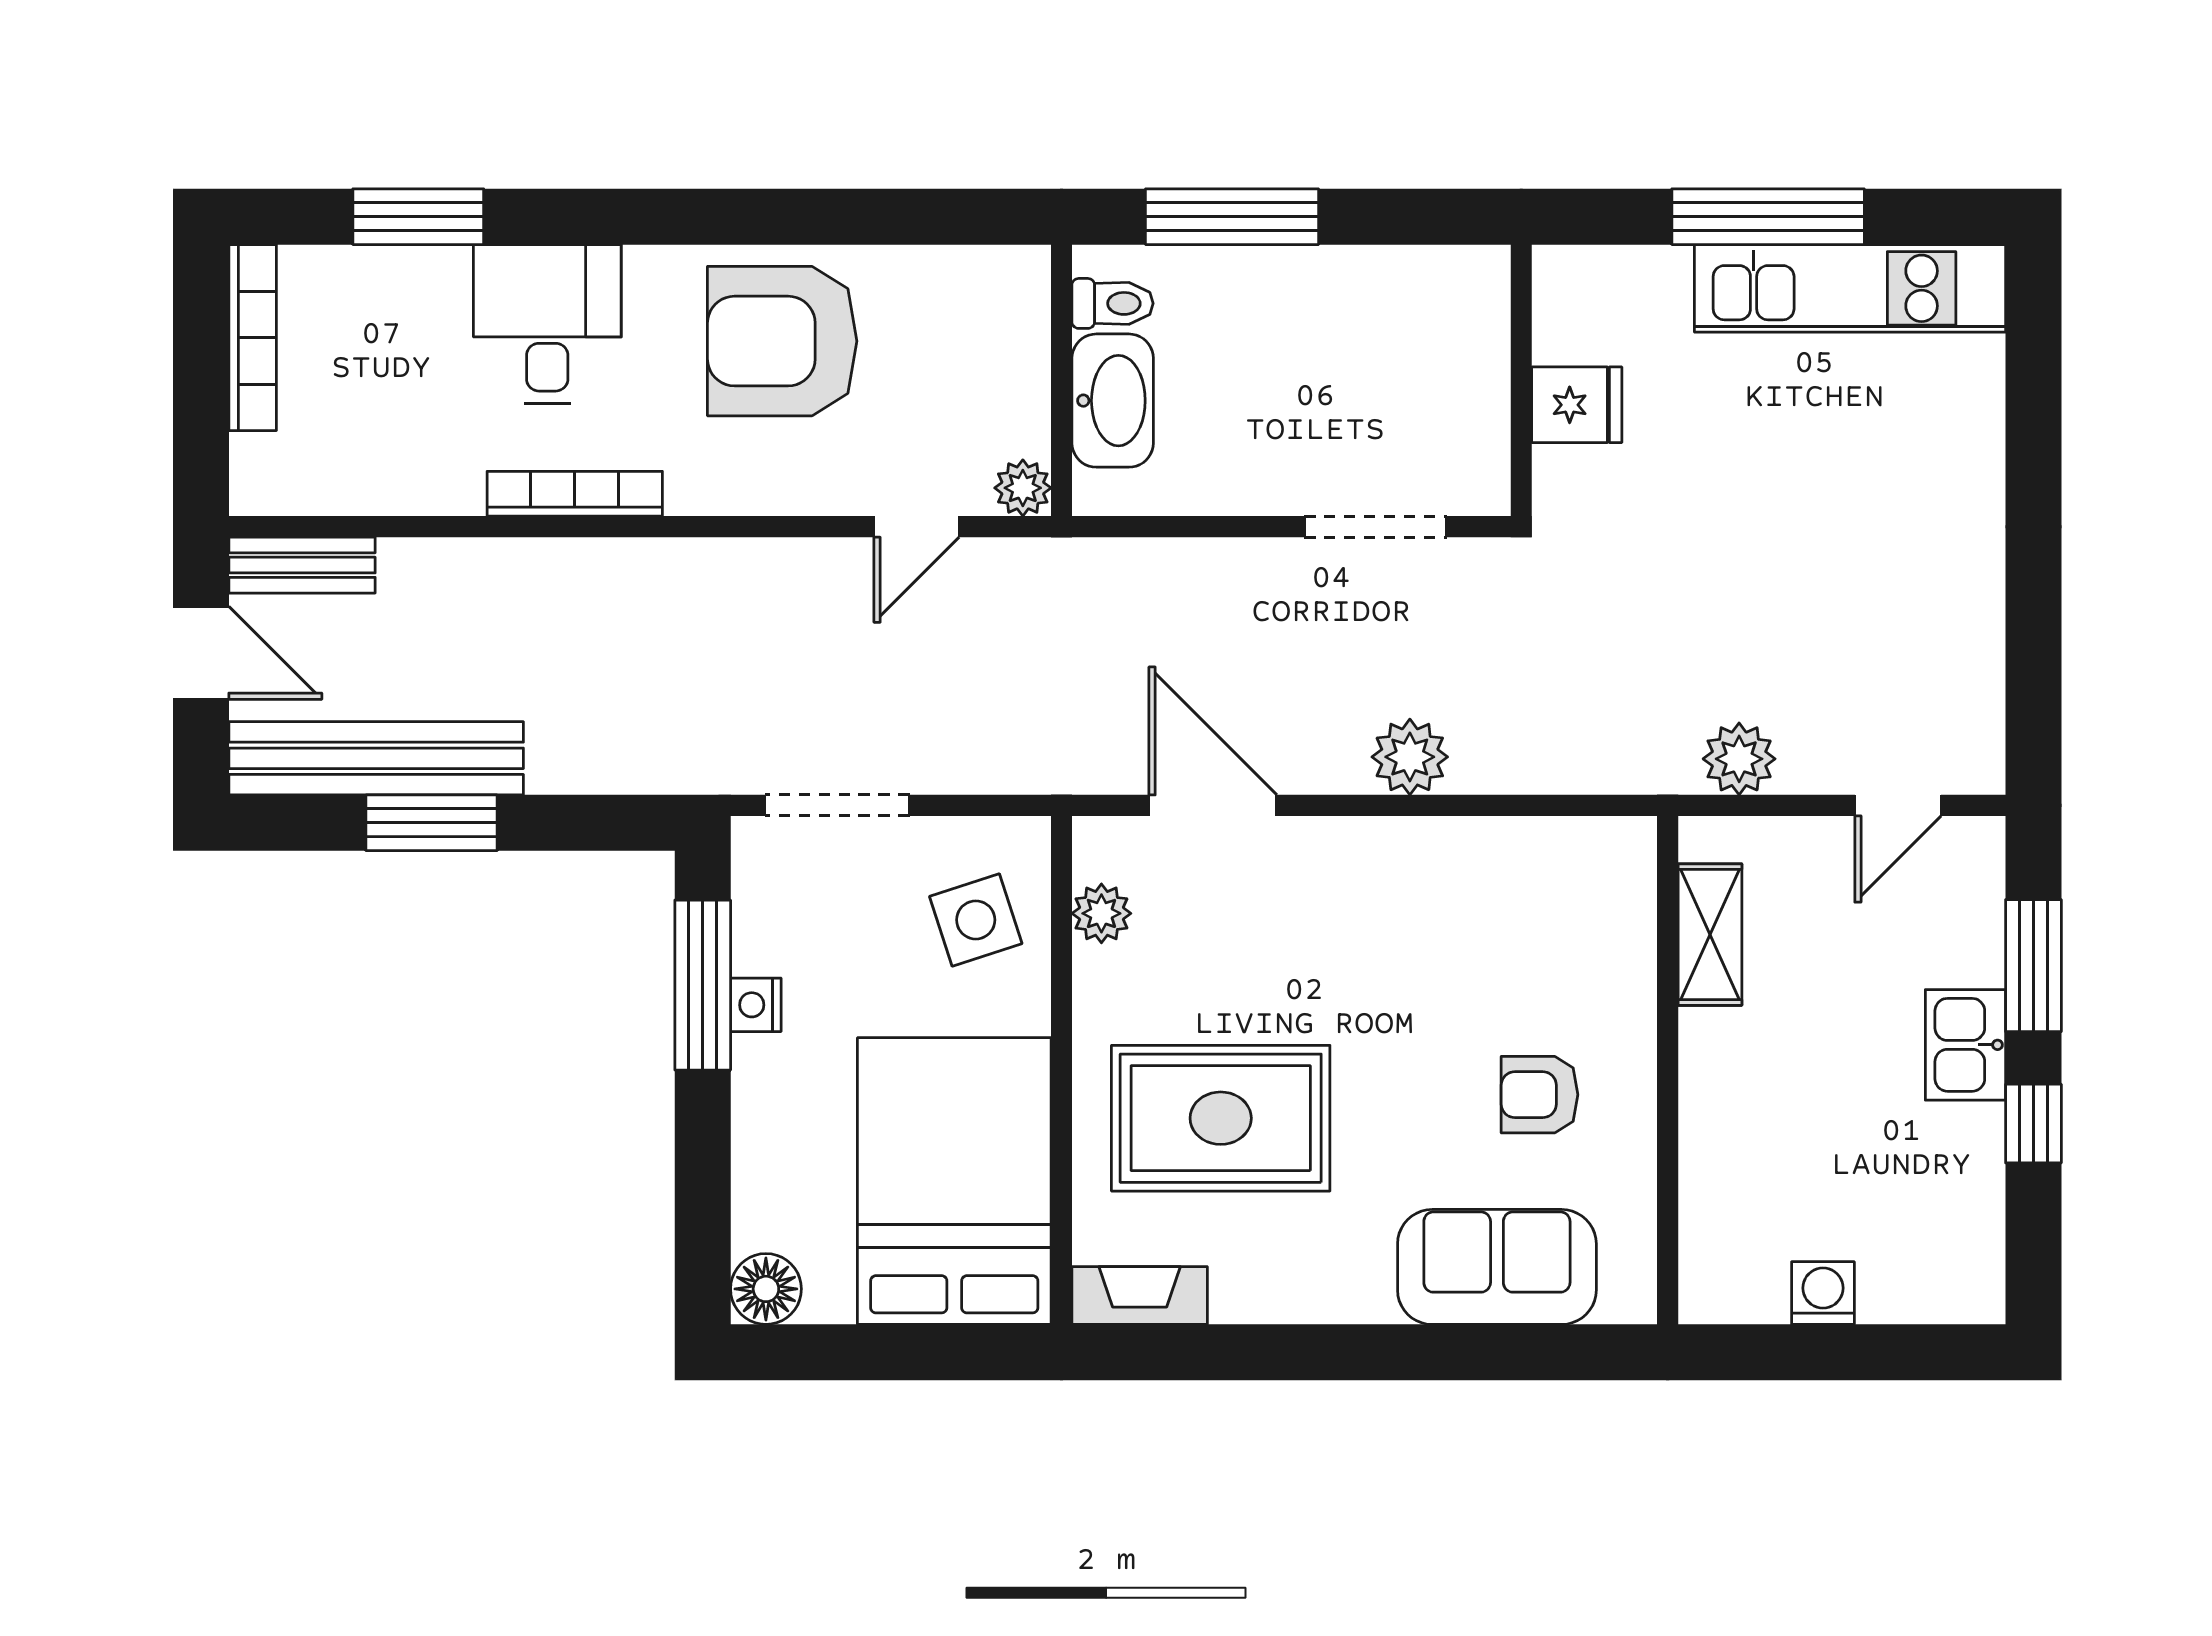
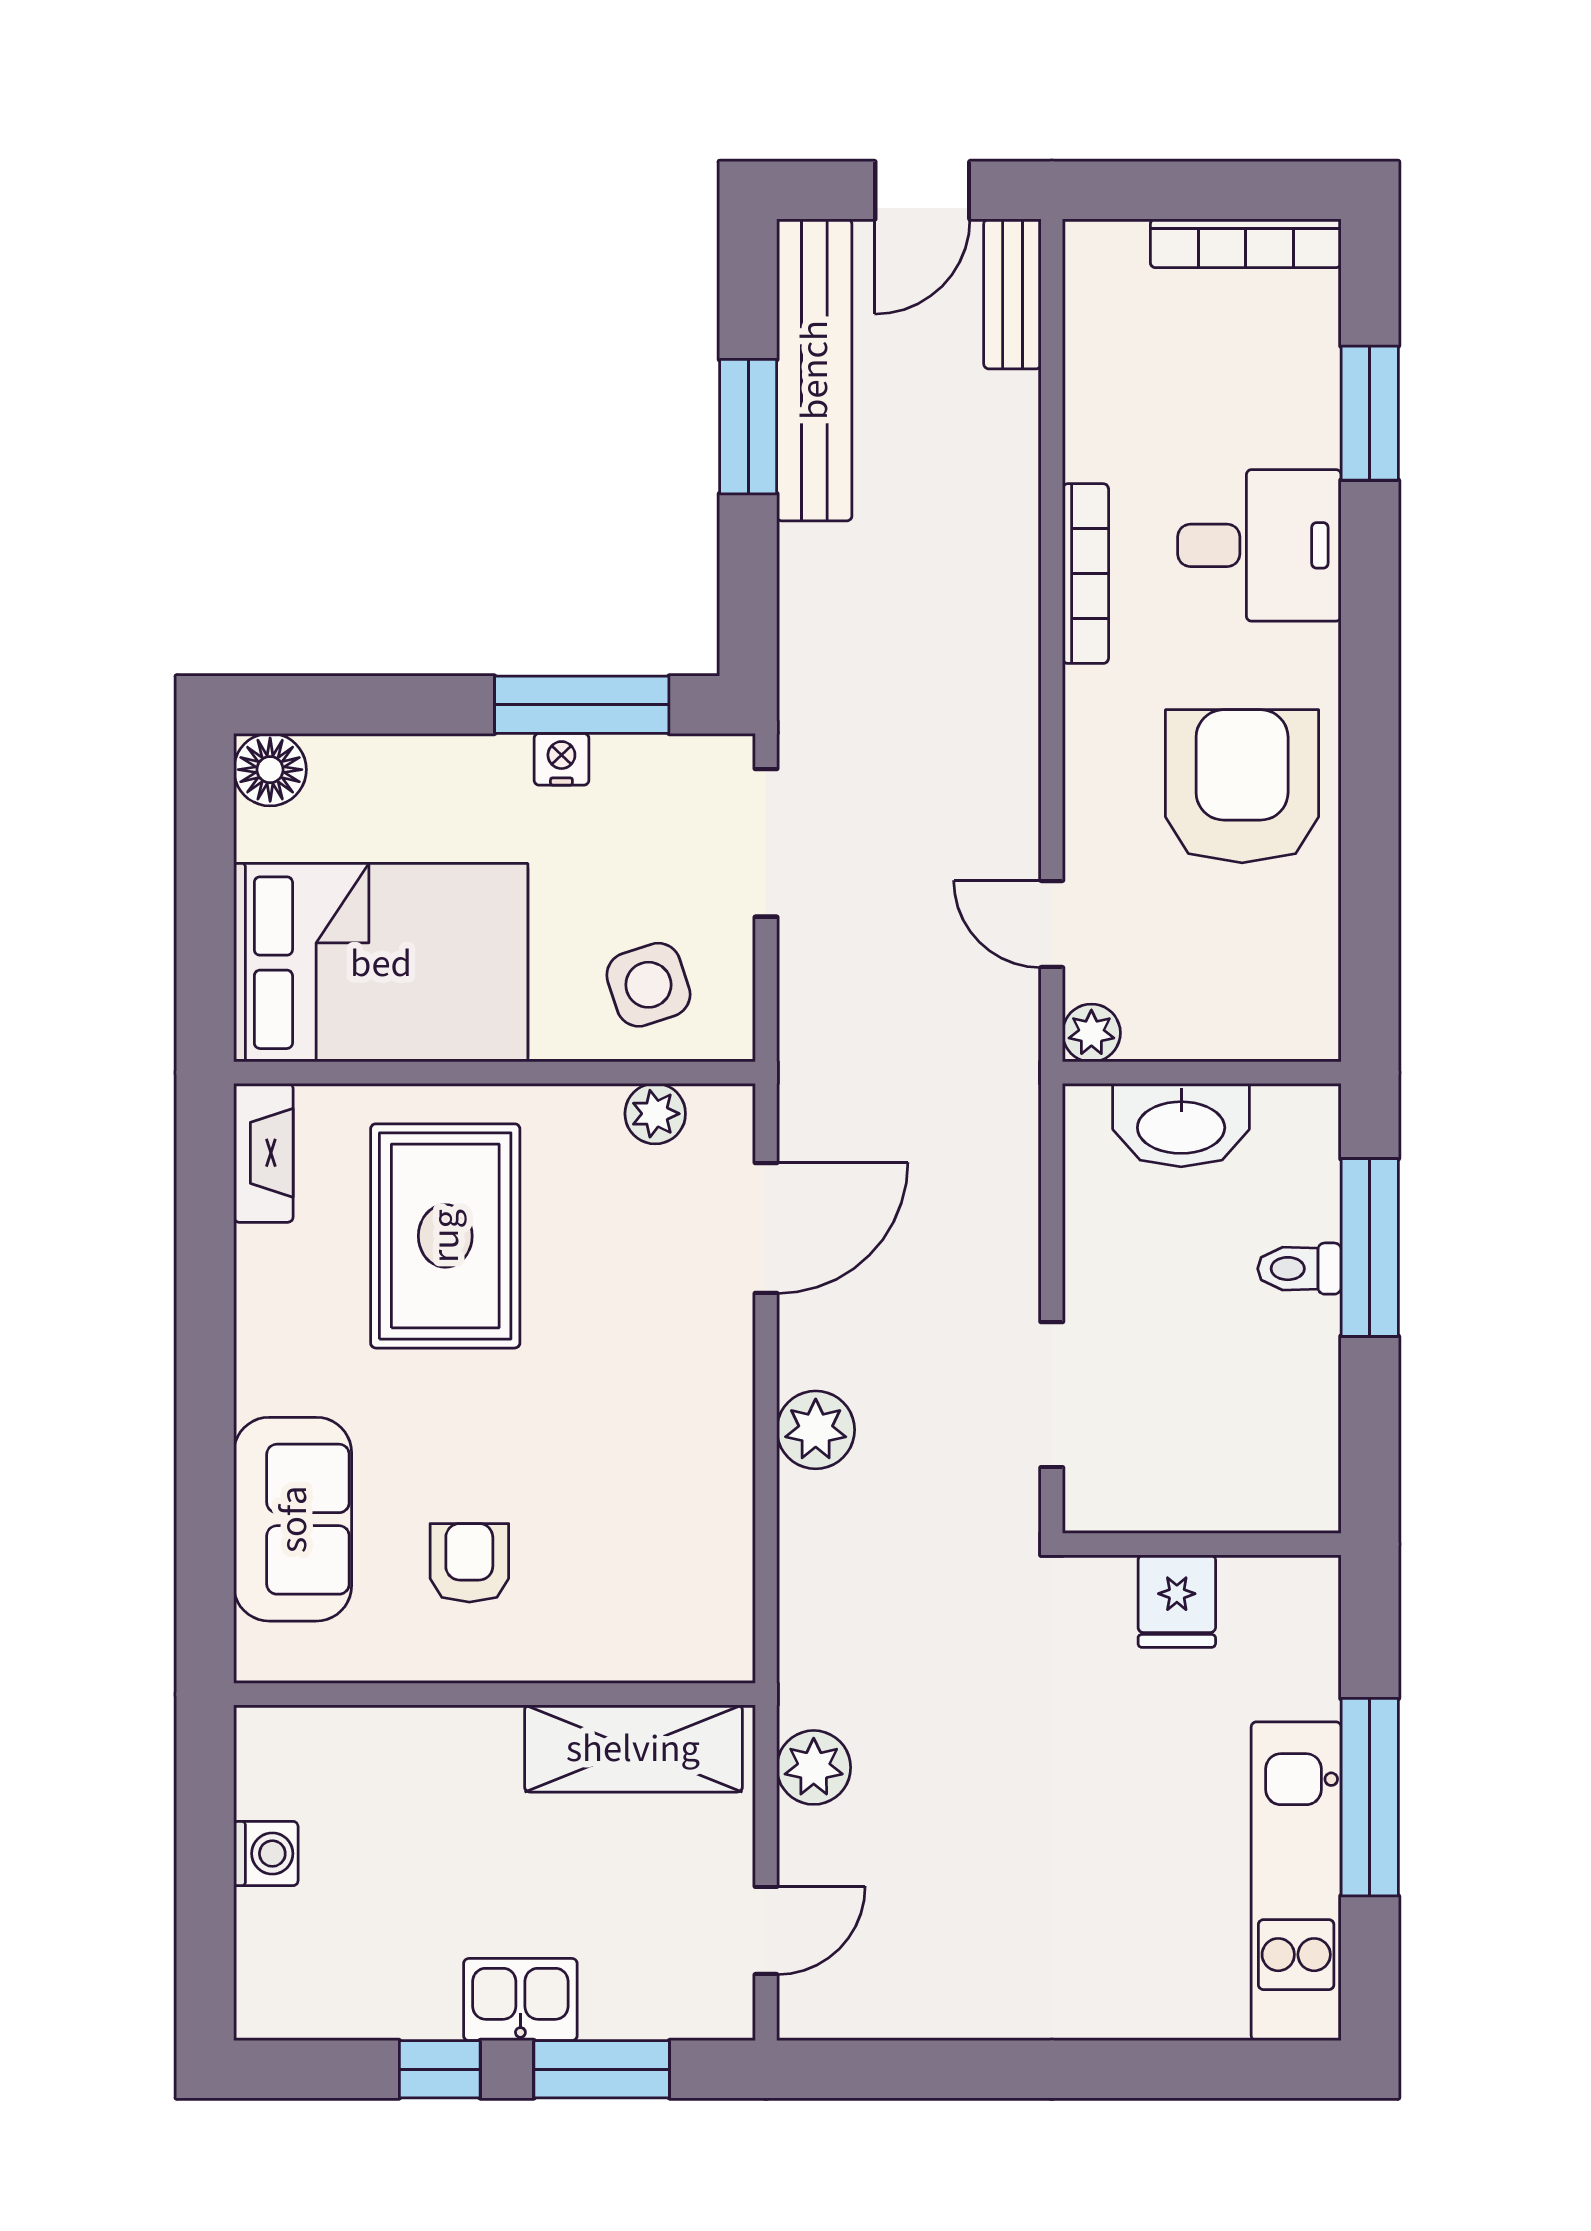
toilet: (1113, 303) -> (1299, 1269), moved, turned 90
door: (1898, 805) -> (766, 1930), swing flipped
shelving: (1710, 935) -> (633, 1748), width x1.50, depth x1.33

